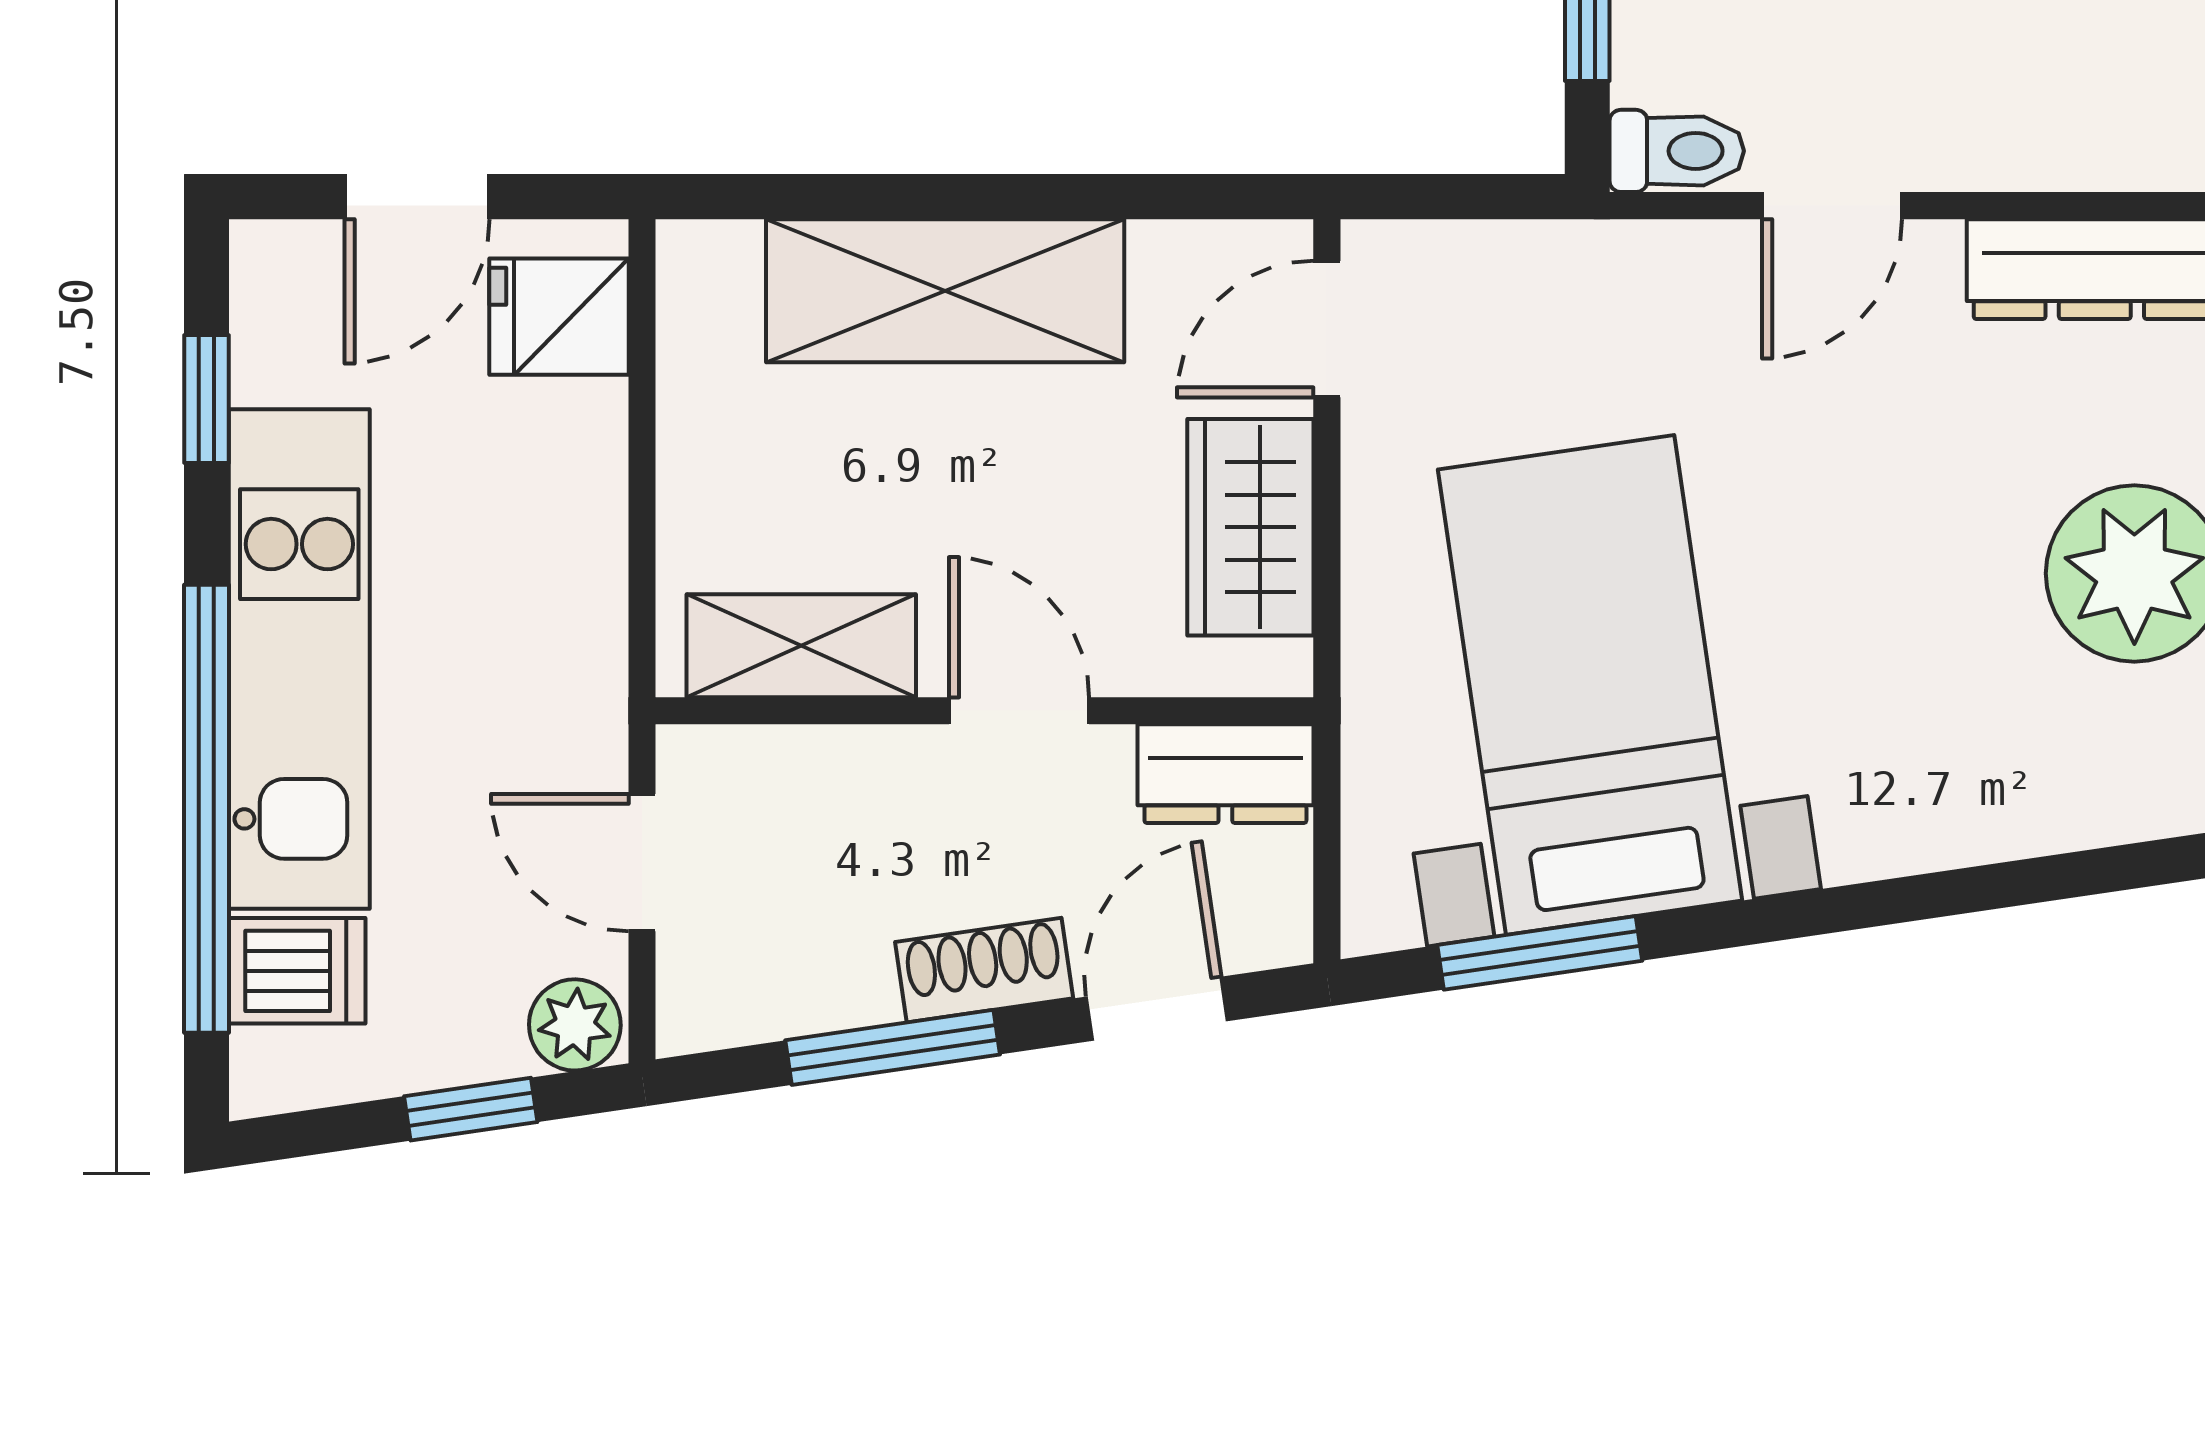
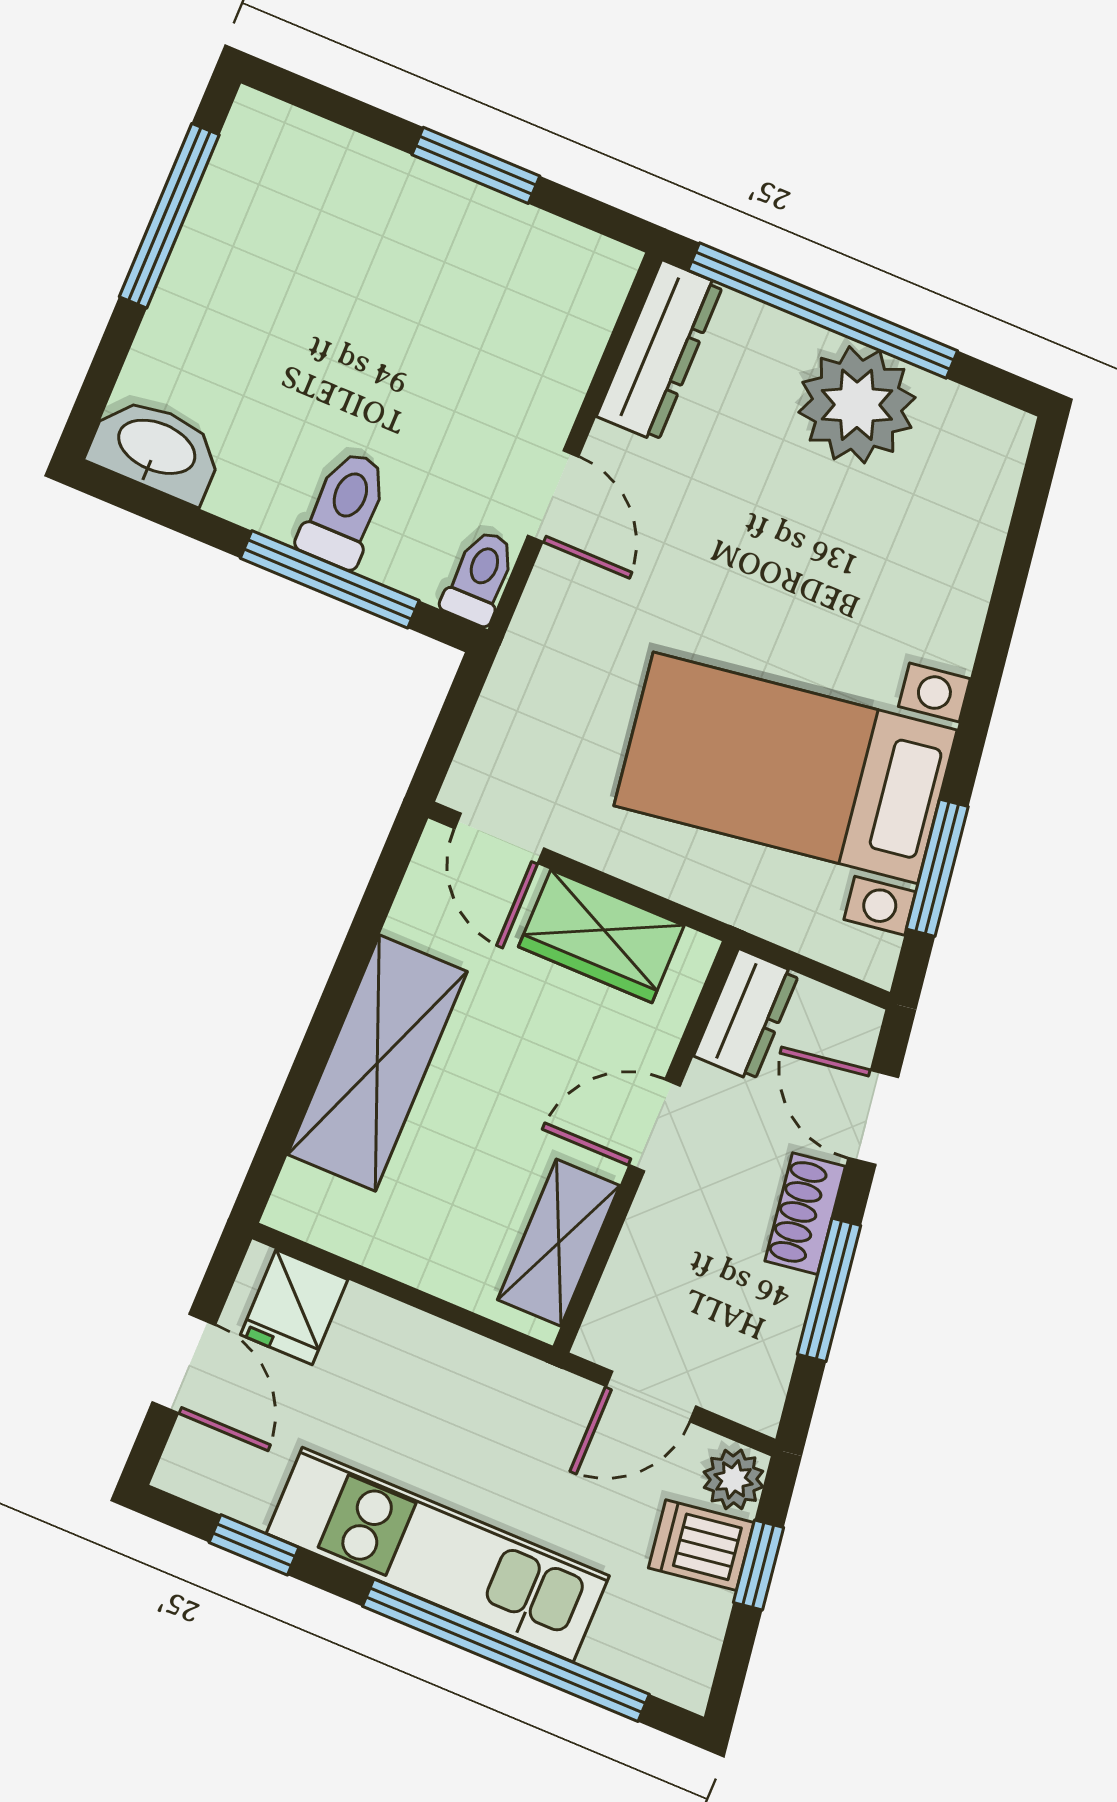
dishwasher: (297, 971) -> (701, 1545), moved, turned -98

